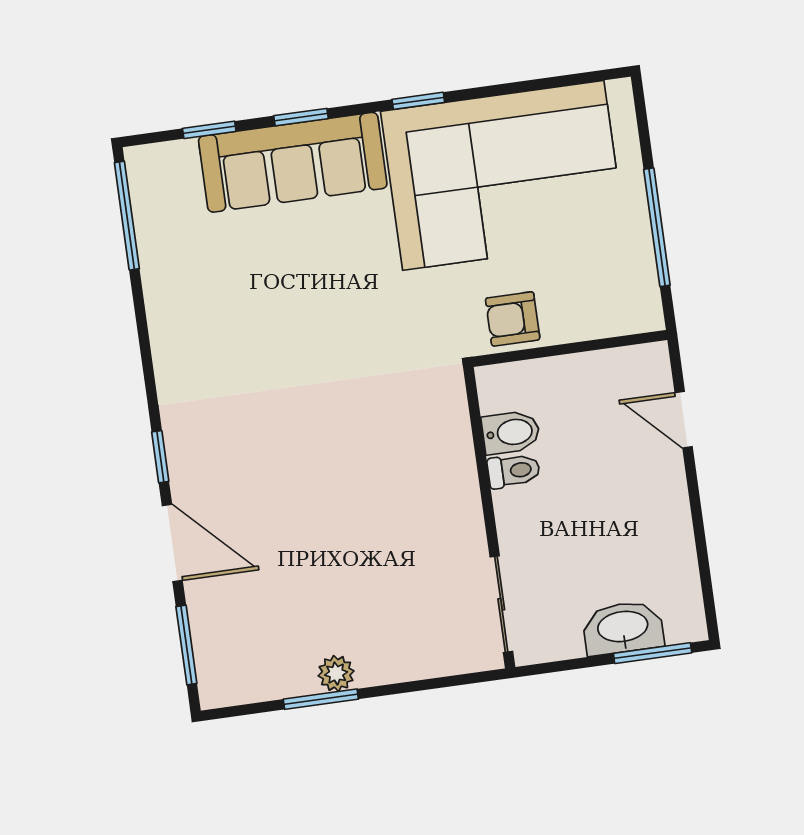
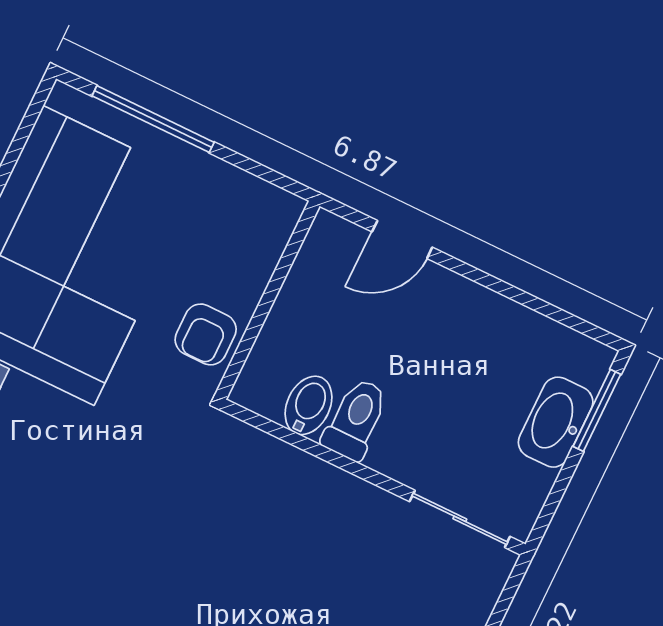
window: (657, 227) -> (153, 119), moved
toilet: (514, 471) -> (356, 419), width x1.37, depth x1.39

